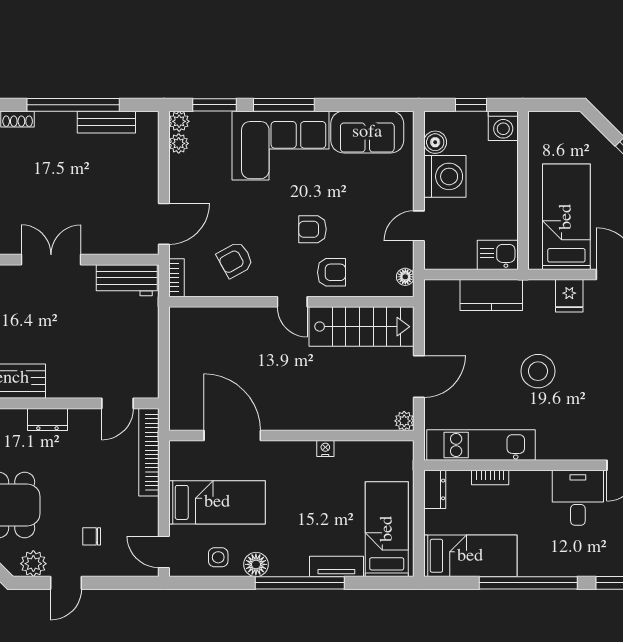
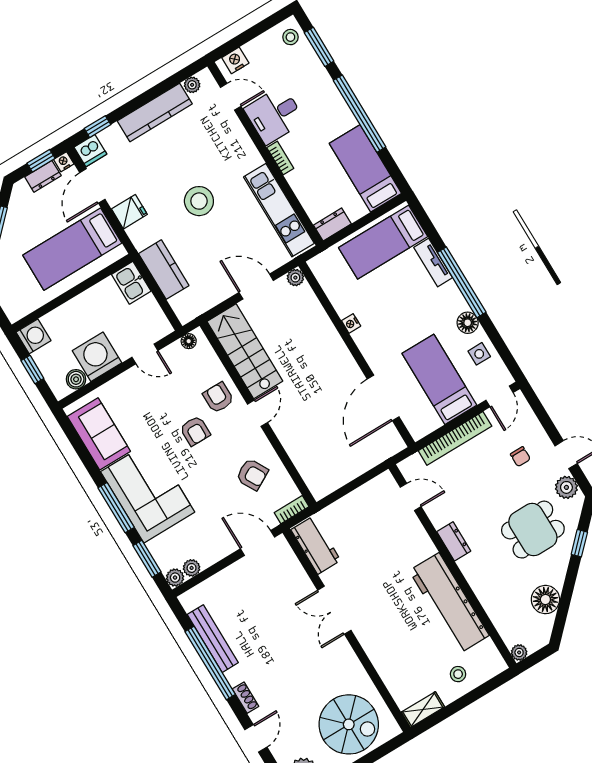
bench: (106, 122) -> (213, 639), width x1.36
bookcase: (149, 452) -> (455, 438), moved
bookcase: (490, 478) -> (280, 158), moved

